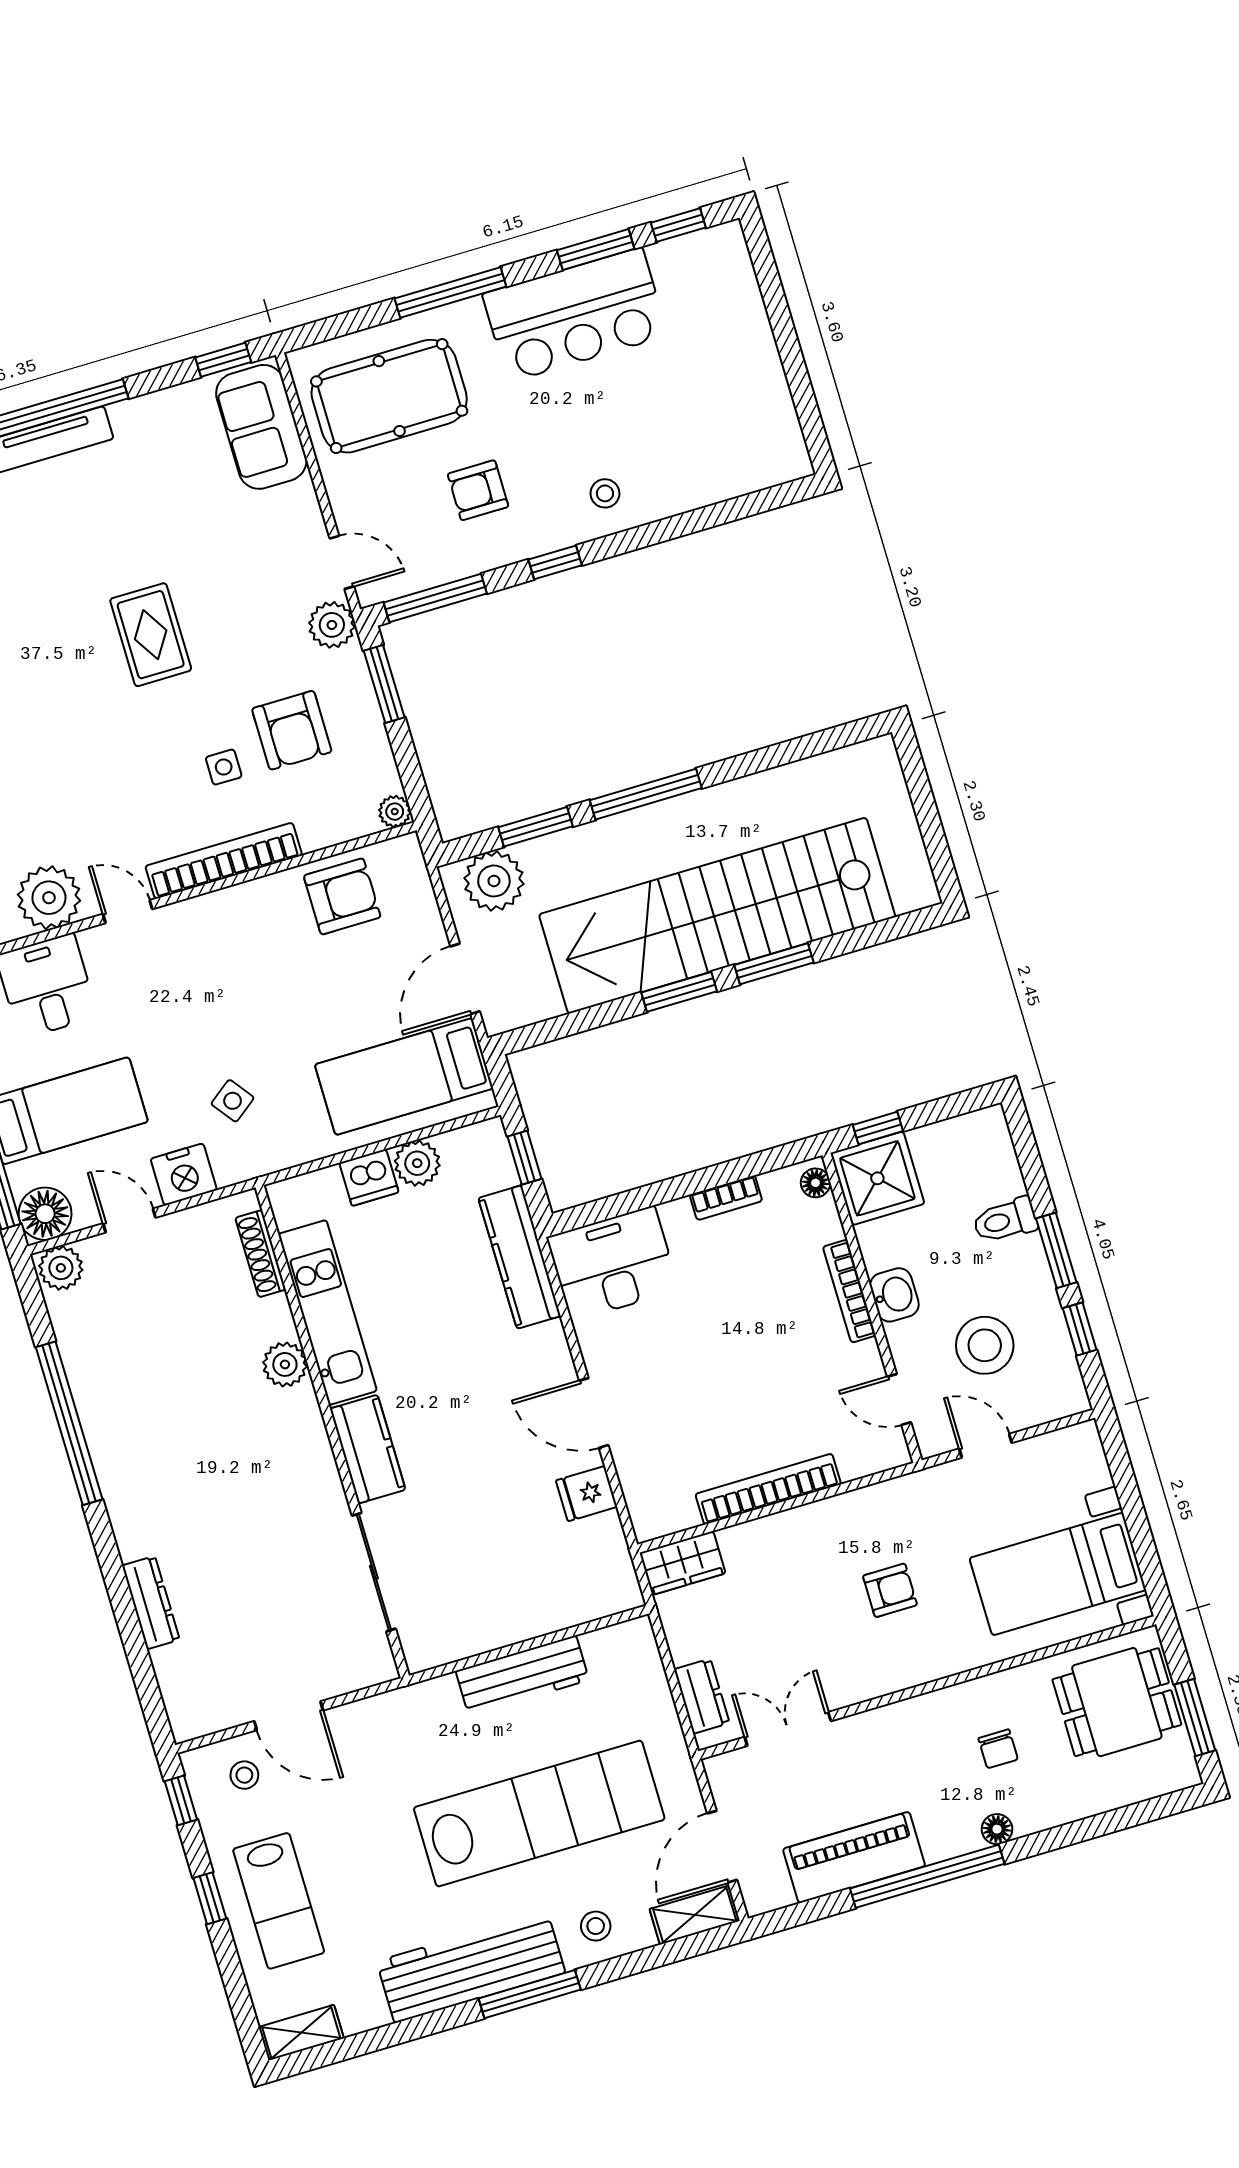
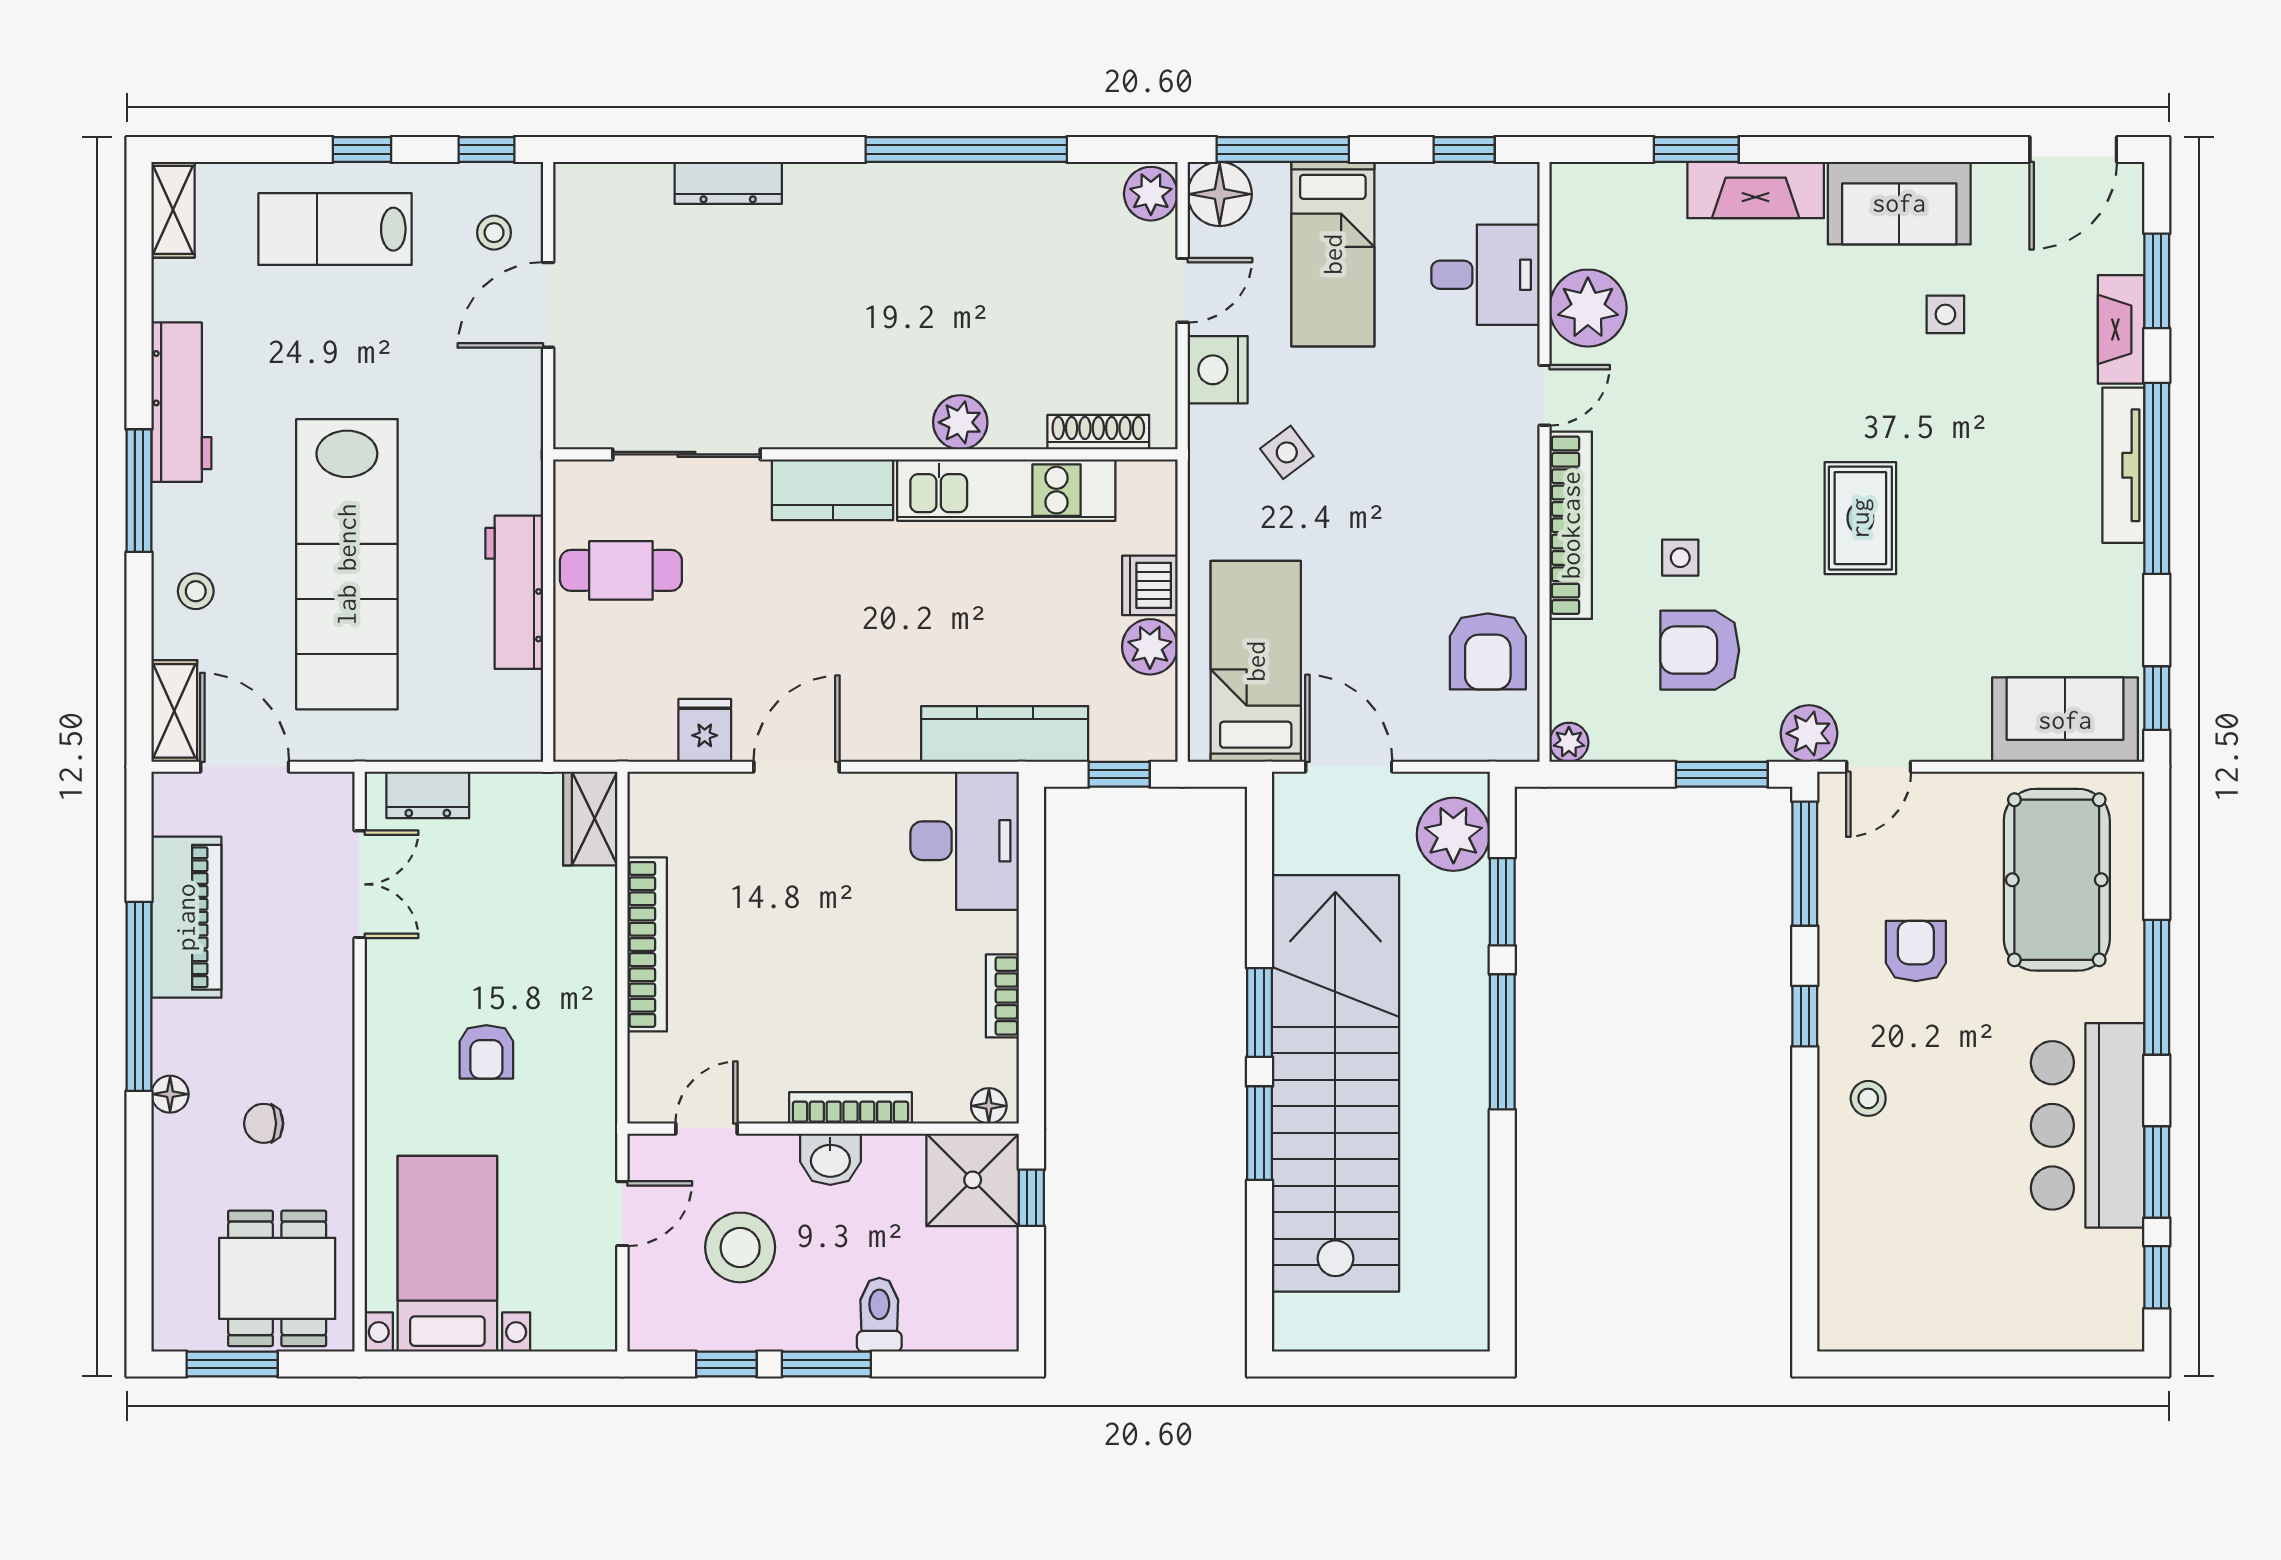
rug: (151, 635) -> (1860, 518), turned 90
cafe table: (480, 1597) -> (621, 570), added
workbench: (471, 1967) -> (181, 402), width x0.73, depth x0.76

